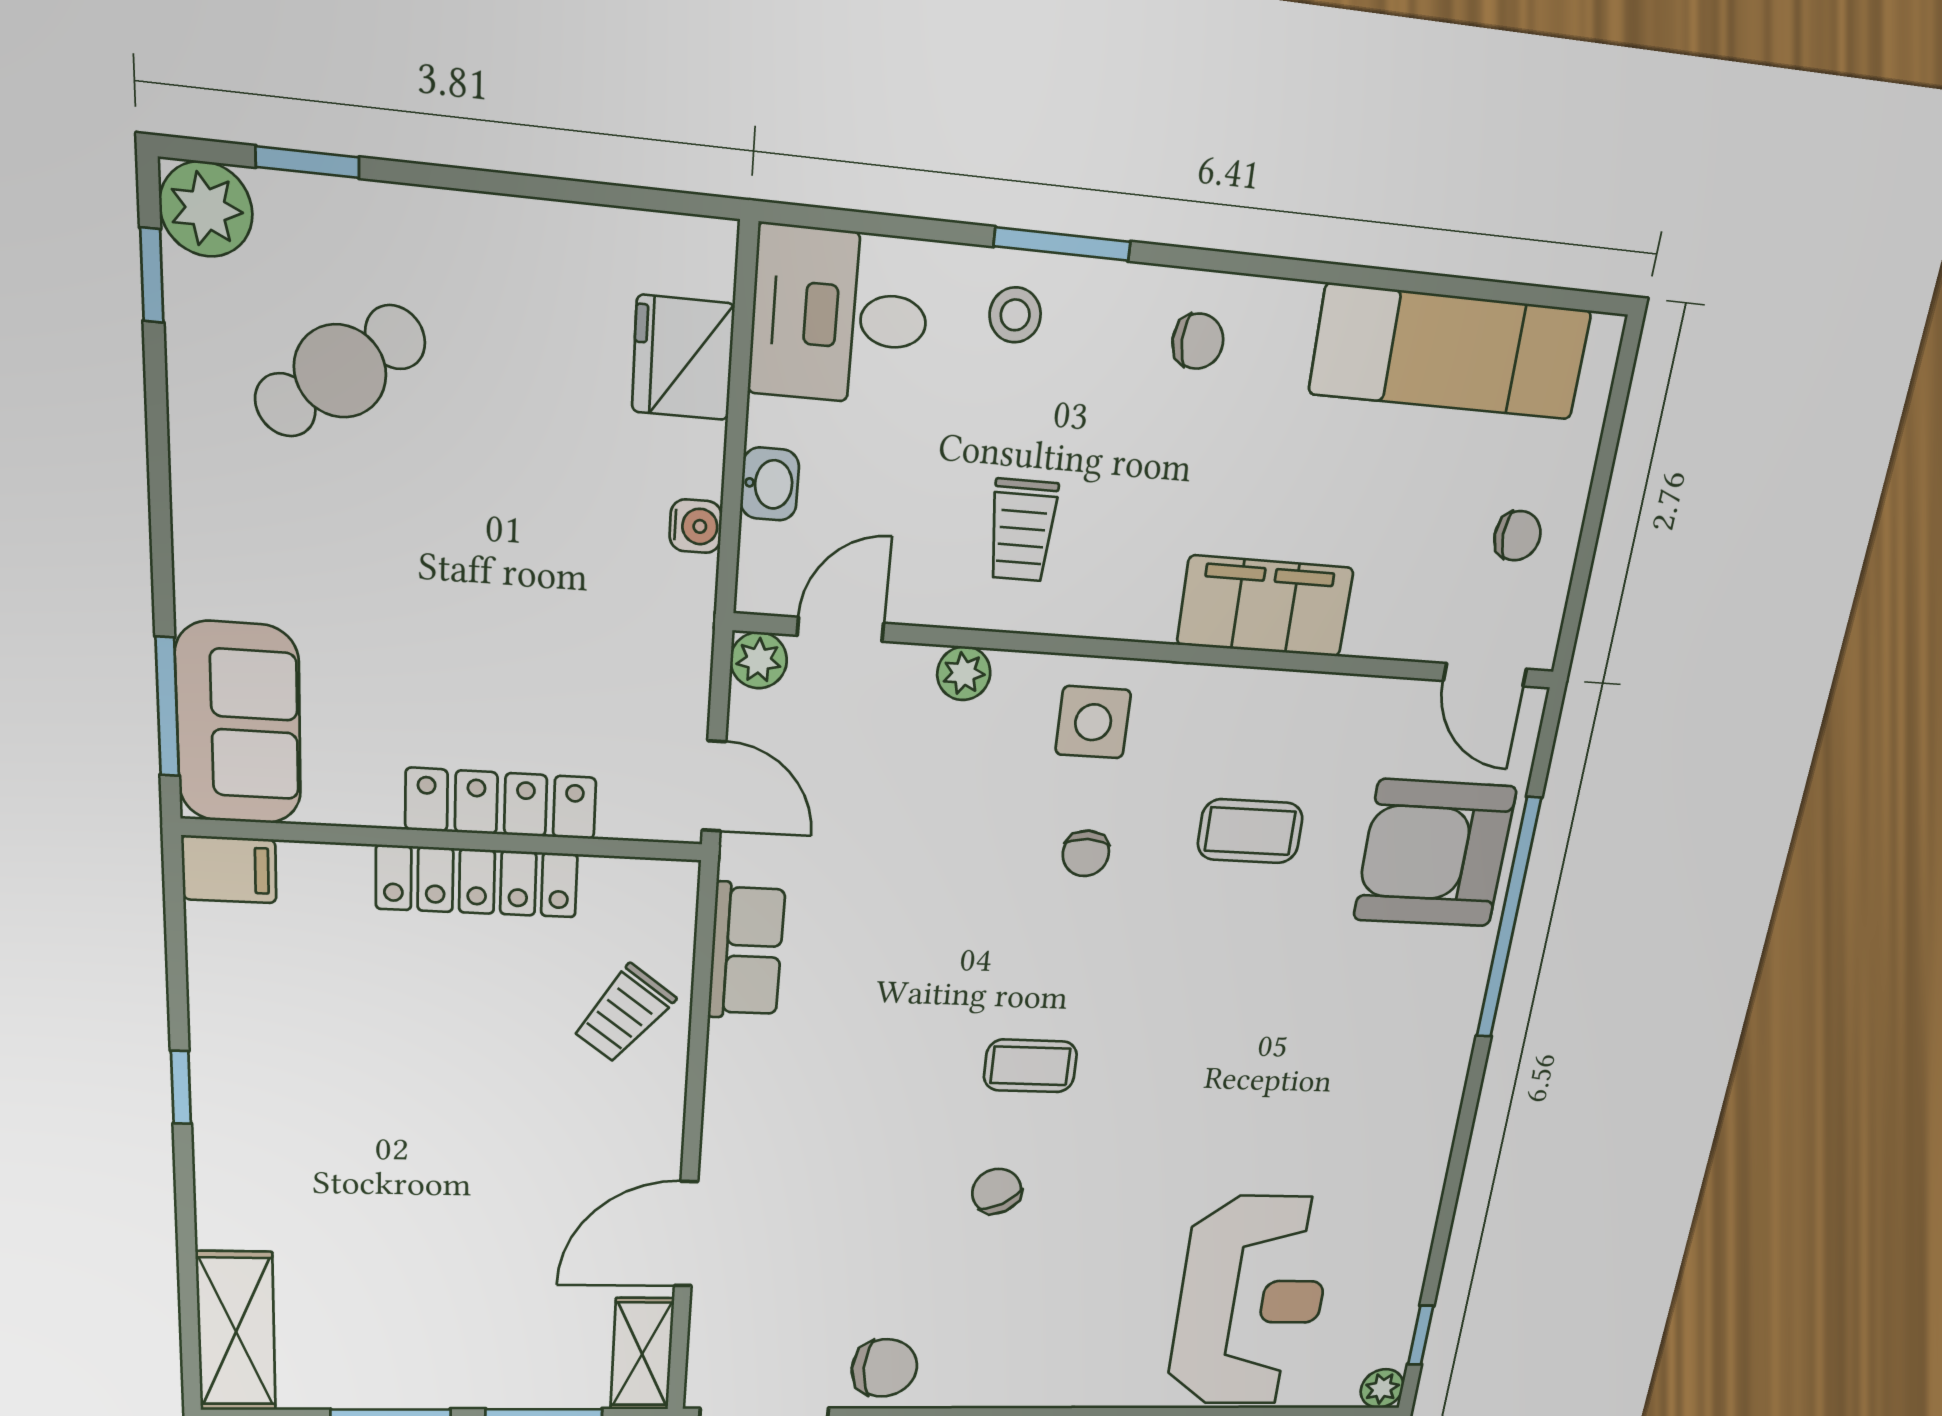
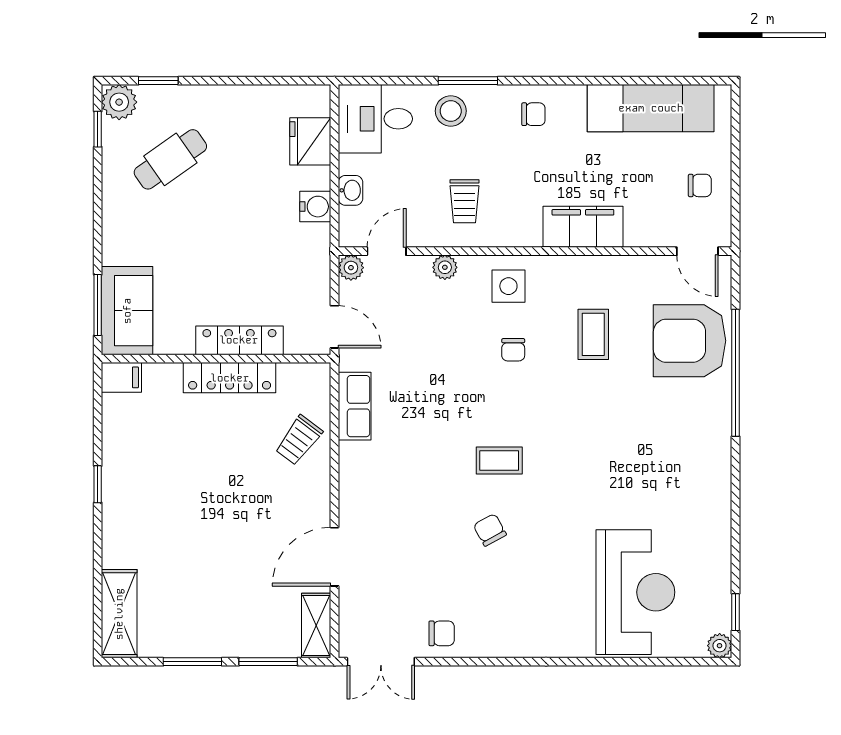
stool: (1015, 315) -> (451, 111), width x1.37, depth x1.37
water cooler: (696, 526) -> (315, 207), width x1.38, depth x1.38
coffee table: (1250, 831) -> (593, 334), turned 90
chair: (884, 1368) -> (442, 633), width x0.73, depth x0.73

